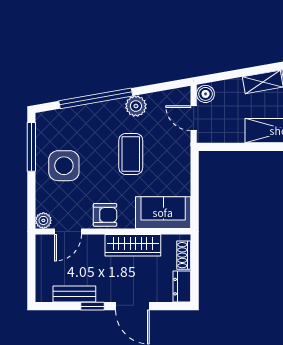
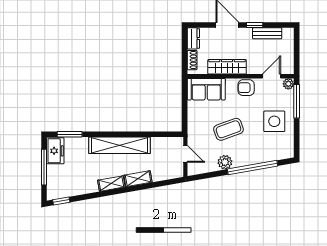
boiler: (205, 94) -> (177, 170), removed
window: (31, 147) -> (297, 101), moved
coffee table: (131, 154) -> (228, 129), turned 70

